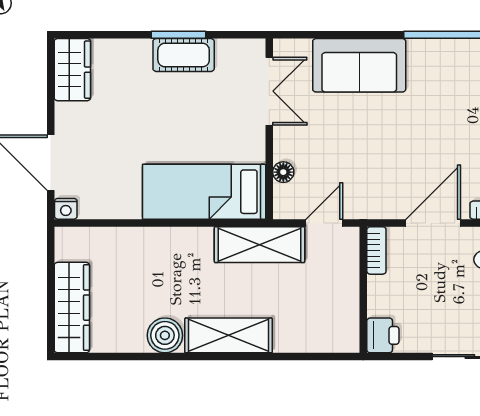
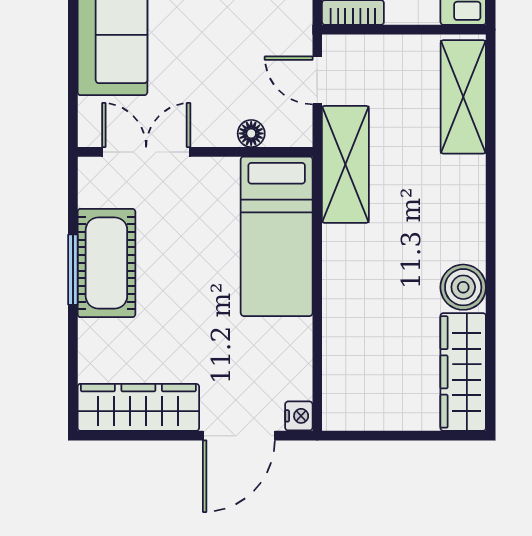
cot: (184, 55) -> (106, 263), width x1.37, depth x1.34
wardrobe: (72, 70) -> (138, 407), width x1.50
wardrobe: (72, 308) -> (463, 372), moved, turned -90
shelving: (228, 335) -> (463, 97), moved

